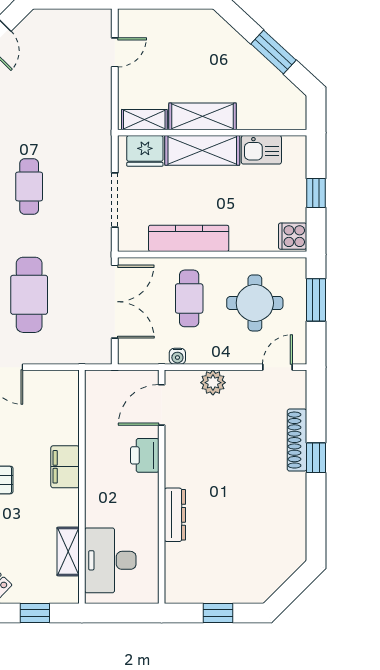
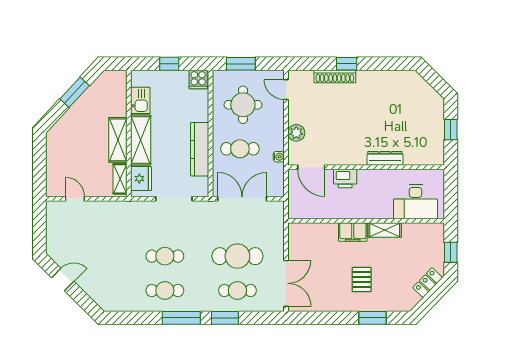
shelving: (68, 551) -> (385, 230), moved

